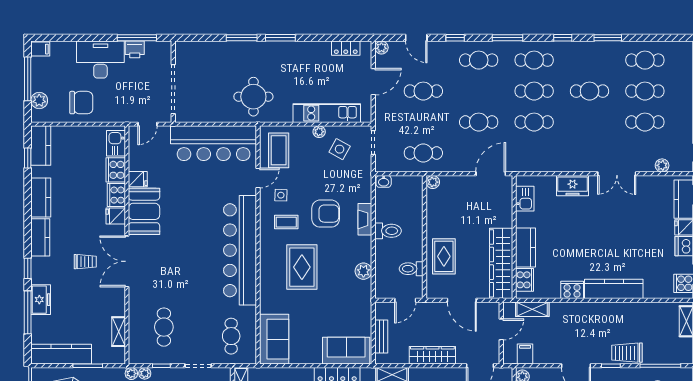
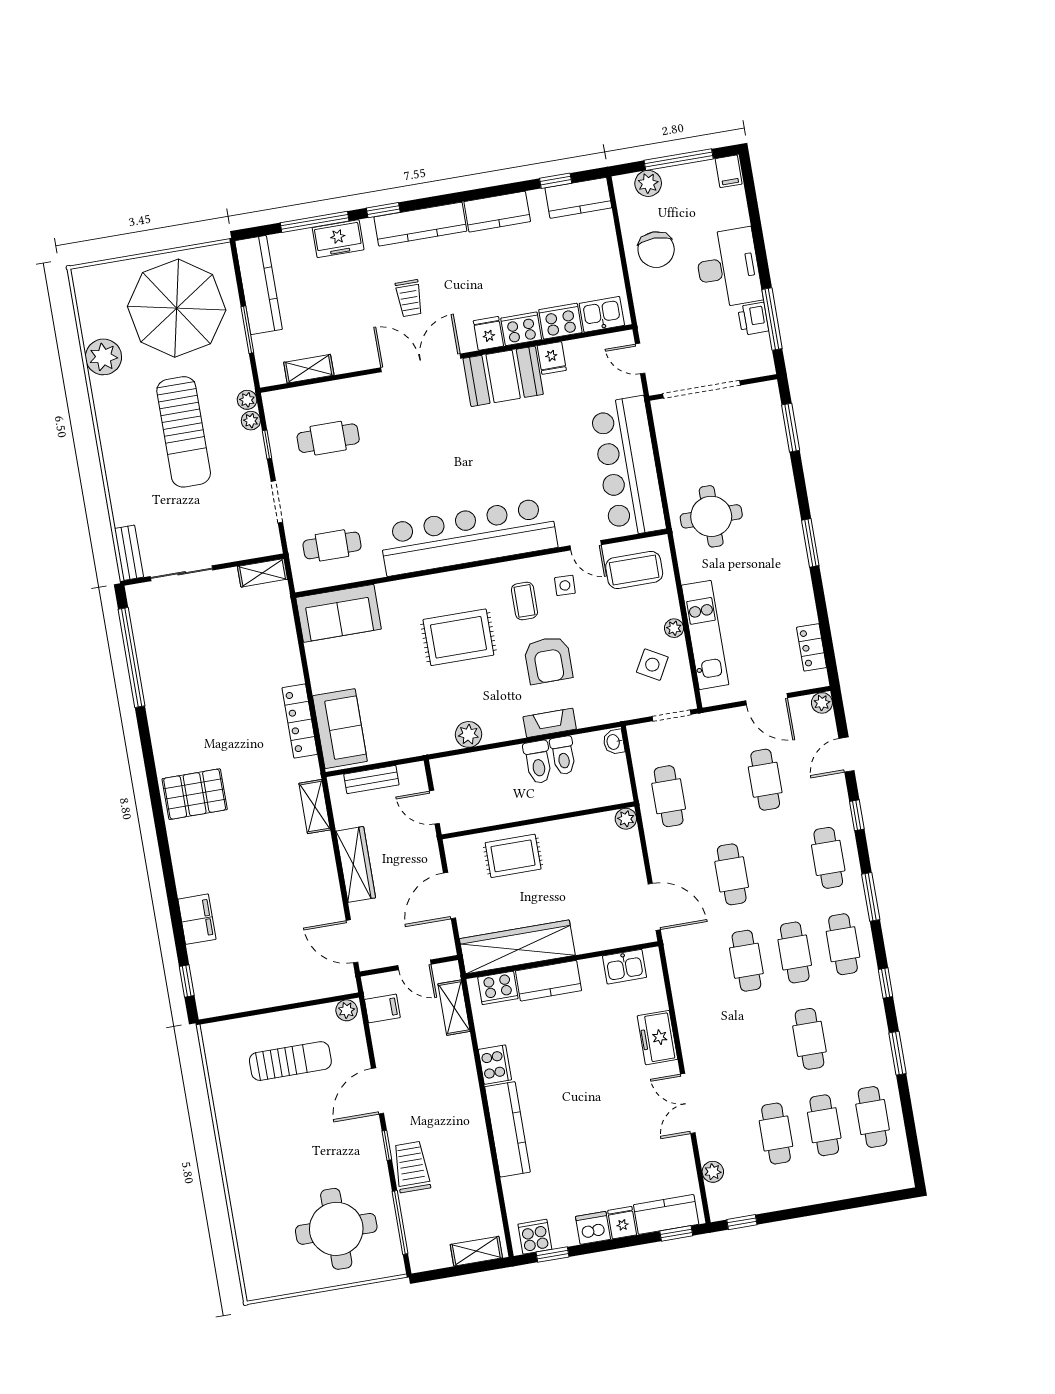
window: (242, 38) -> (791, 428), moved
kitchen counter: (40, 237) -> (420, 224), width x1.50
toilet: (411, 269) -> (563, 755), moved, turned 180

